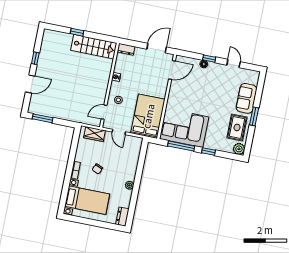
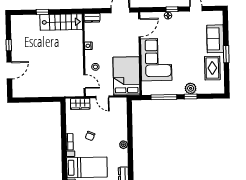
door: (104, 112) -> (84, 81), swing flipped
window: (43, 118) -> (28, 100), removed
corner sofa: (184, 128) -> (156, 60), moved, turned 90
plant: (239, 149) -> (191, 88), moved

